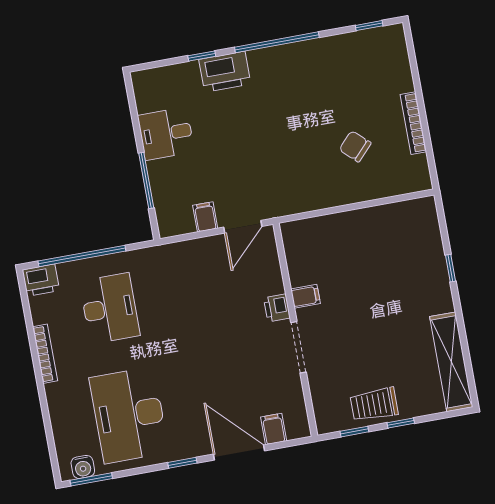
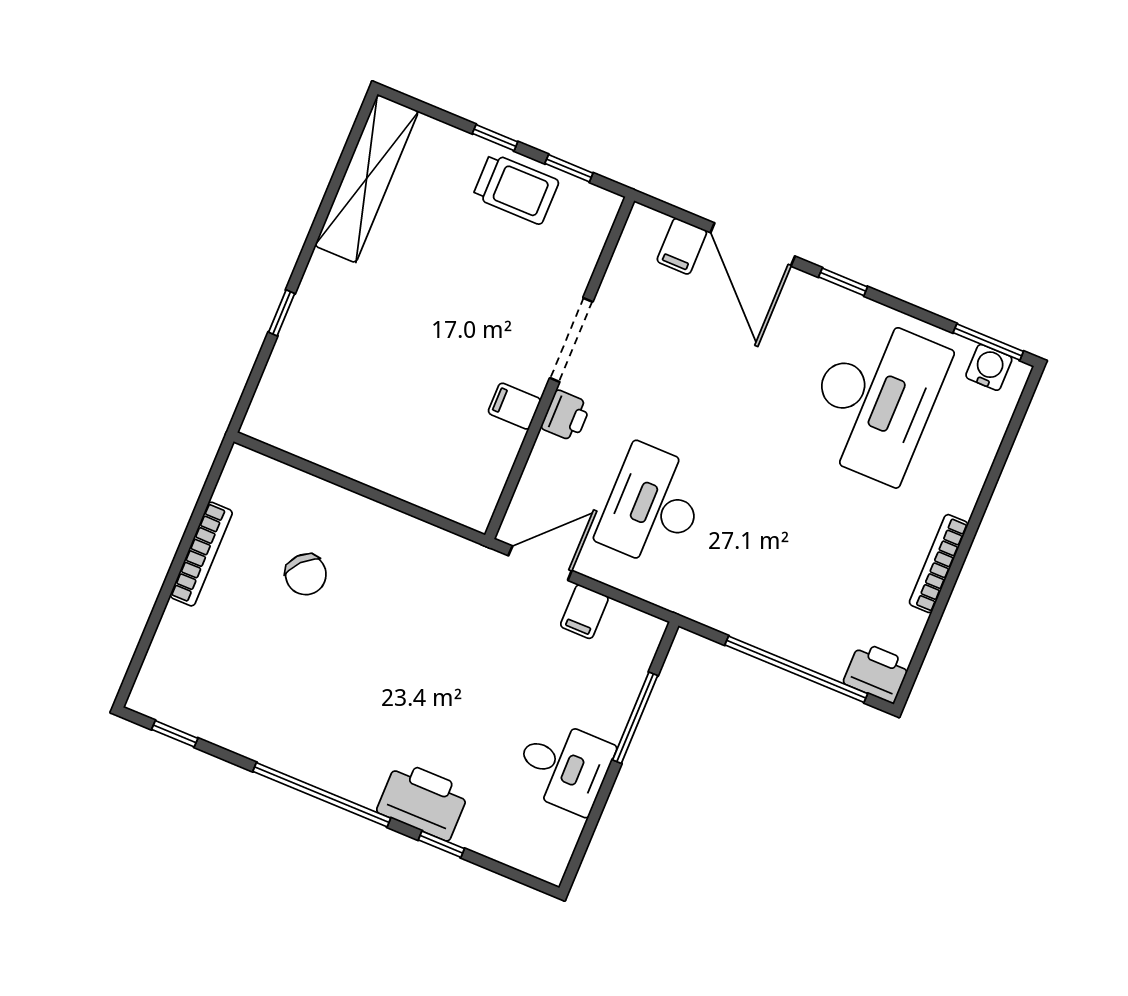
desk: (110, 308) -> (653, 506), moved

